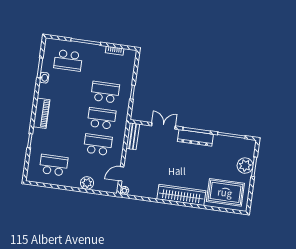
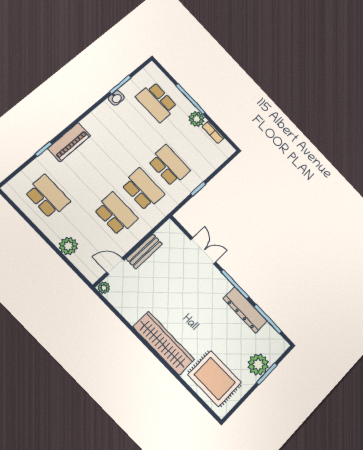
plant: (99, 51) -> (197, 119), added
piano: (42, 113) -> (69, 142), moved
bench: (133, 136) -> (144, 251), moved
dresser: (195, 138) -> (245, 310), moved

